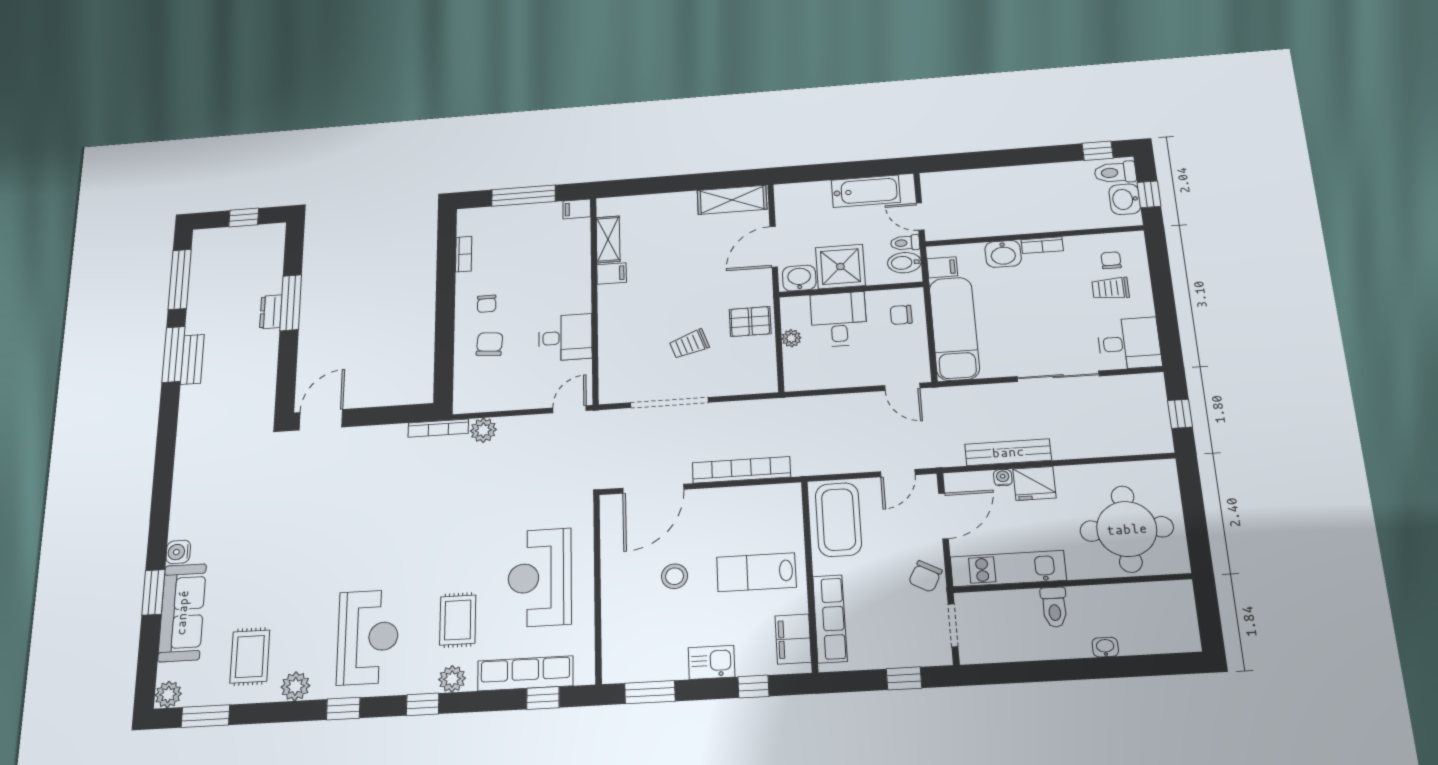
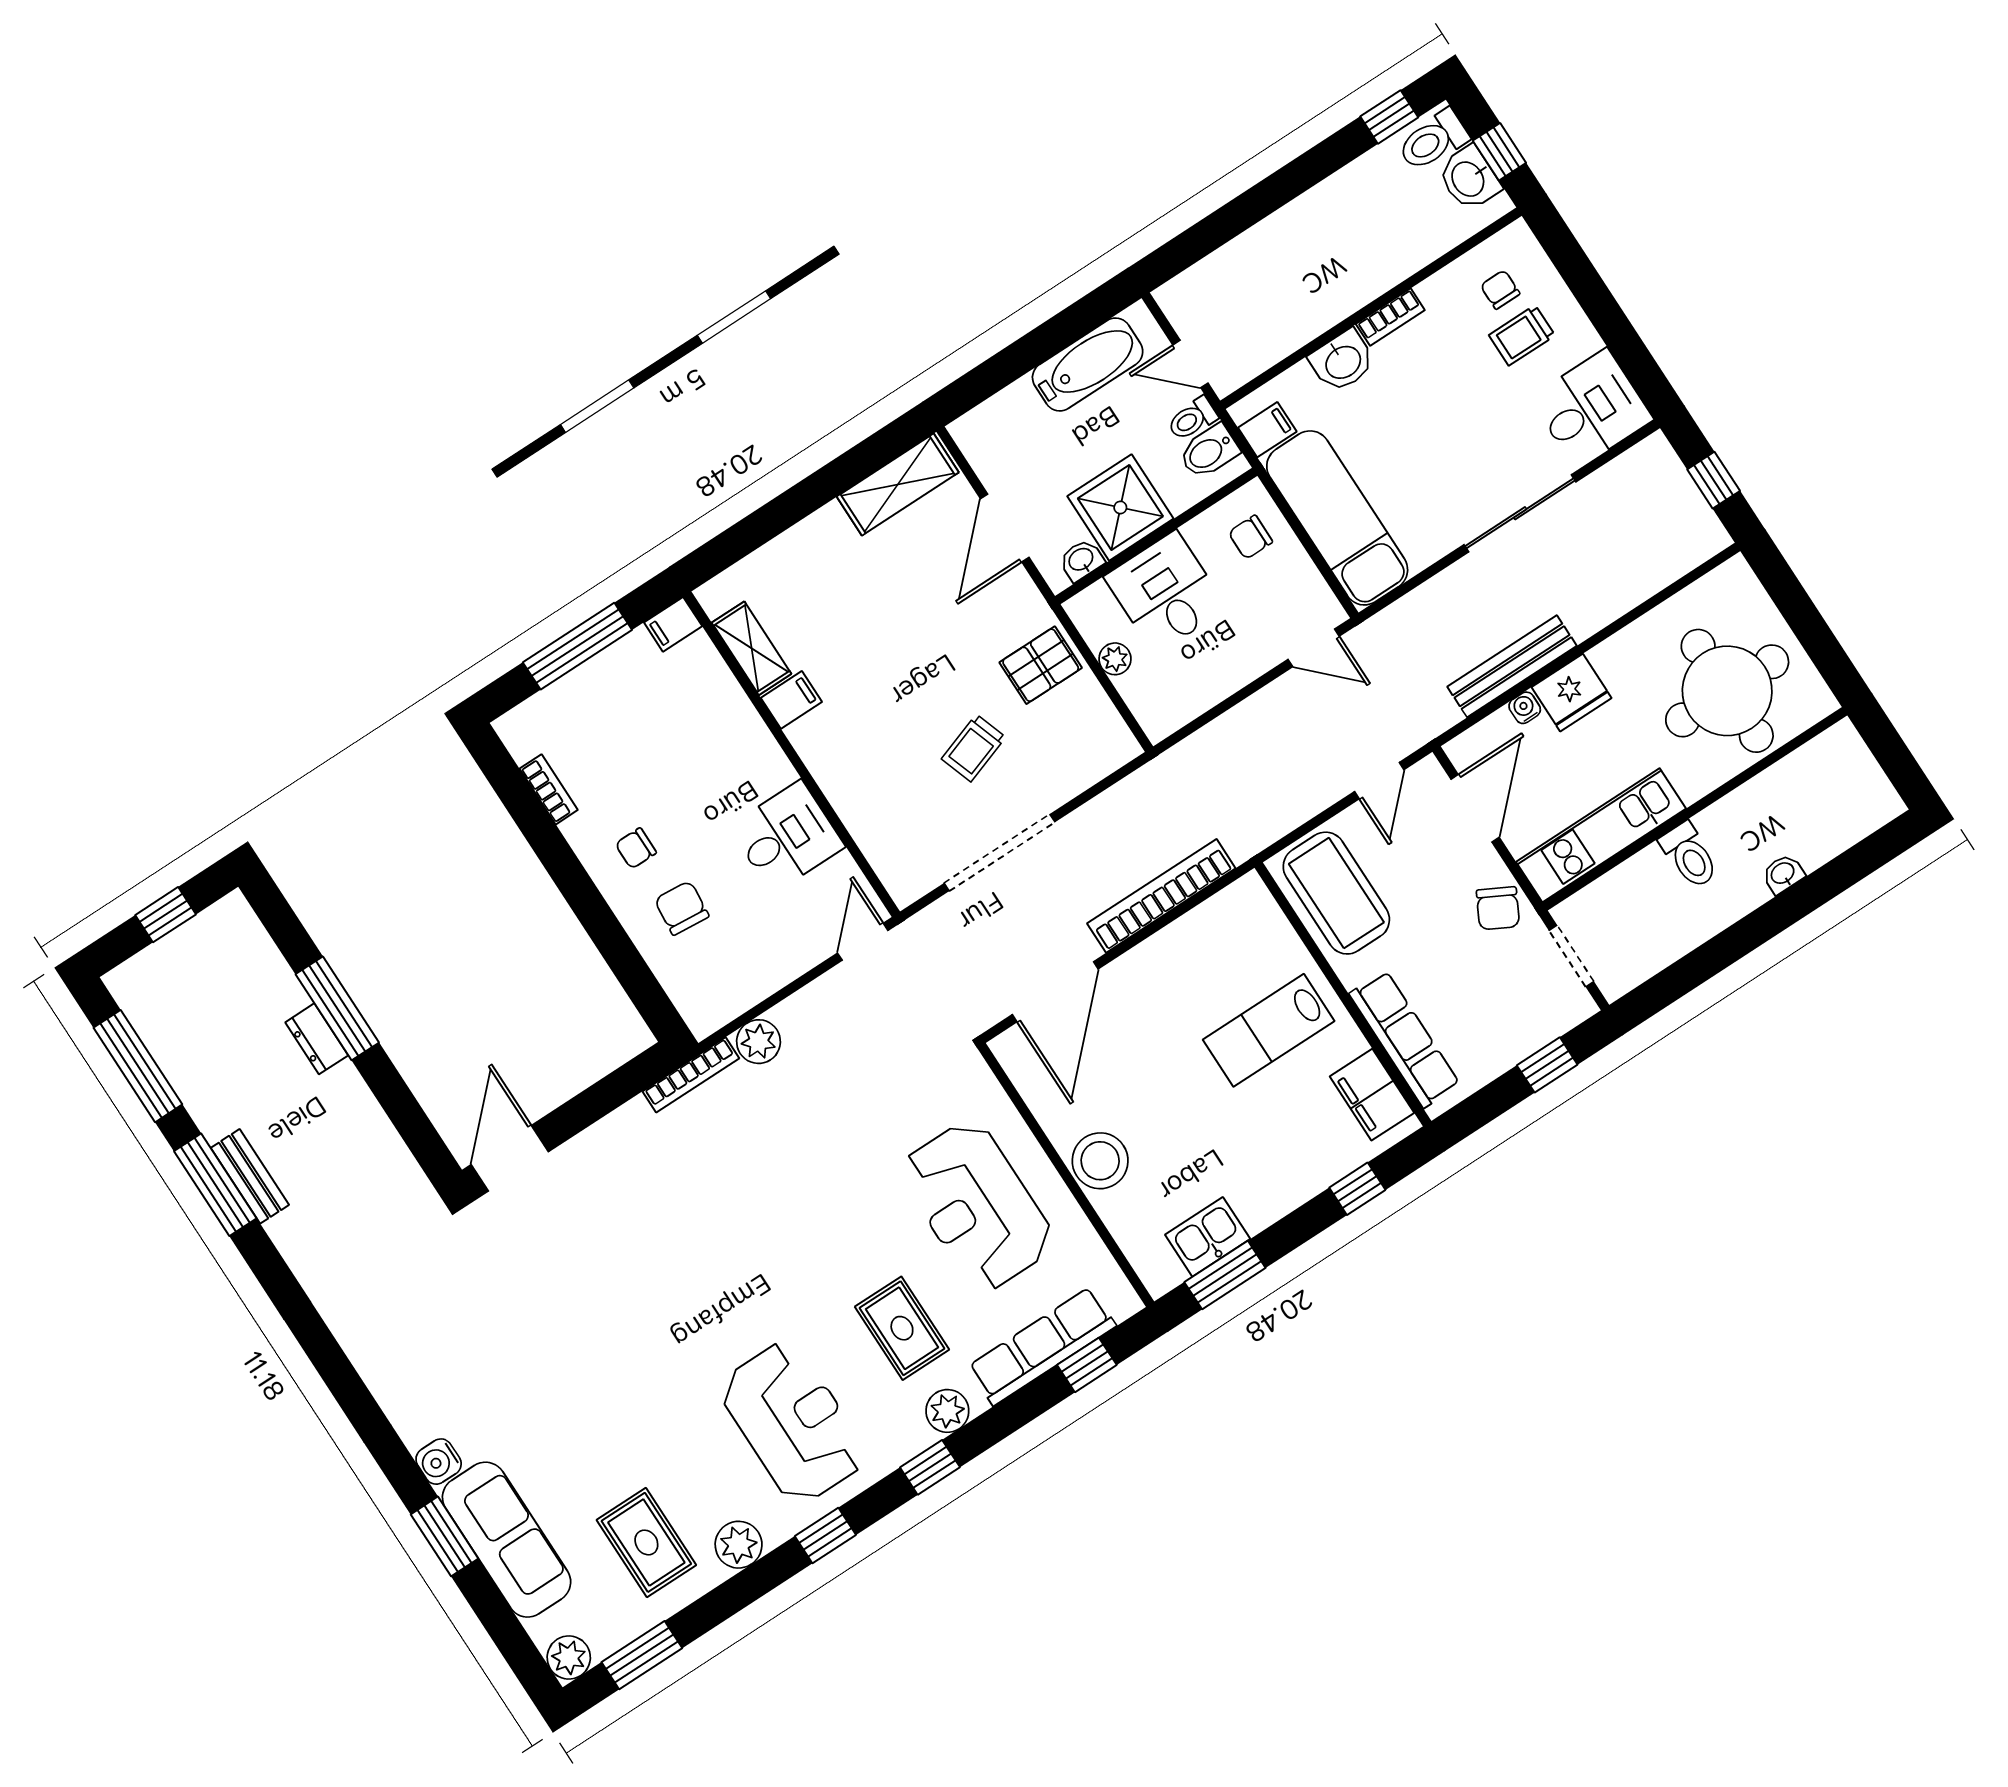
washbasin: (799, 278) -> (1081, 560), width x0.72, depth x0.69
chair: (487, 304) -> (636, 848), turned 90
stool: (675, 576) -> (1100, 1161), moved, width x1.38, depth x1.38
kitchen sink: (712, 662) -> (1208, 1237), moved

